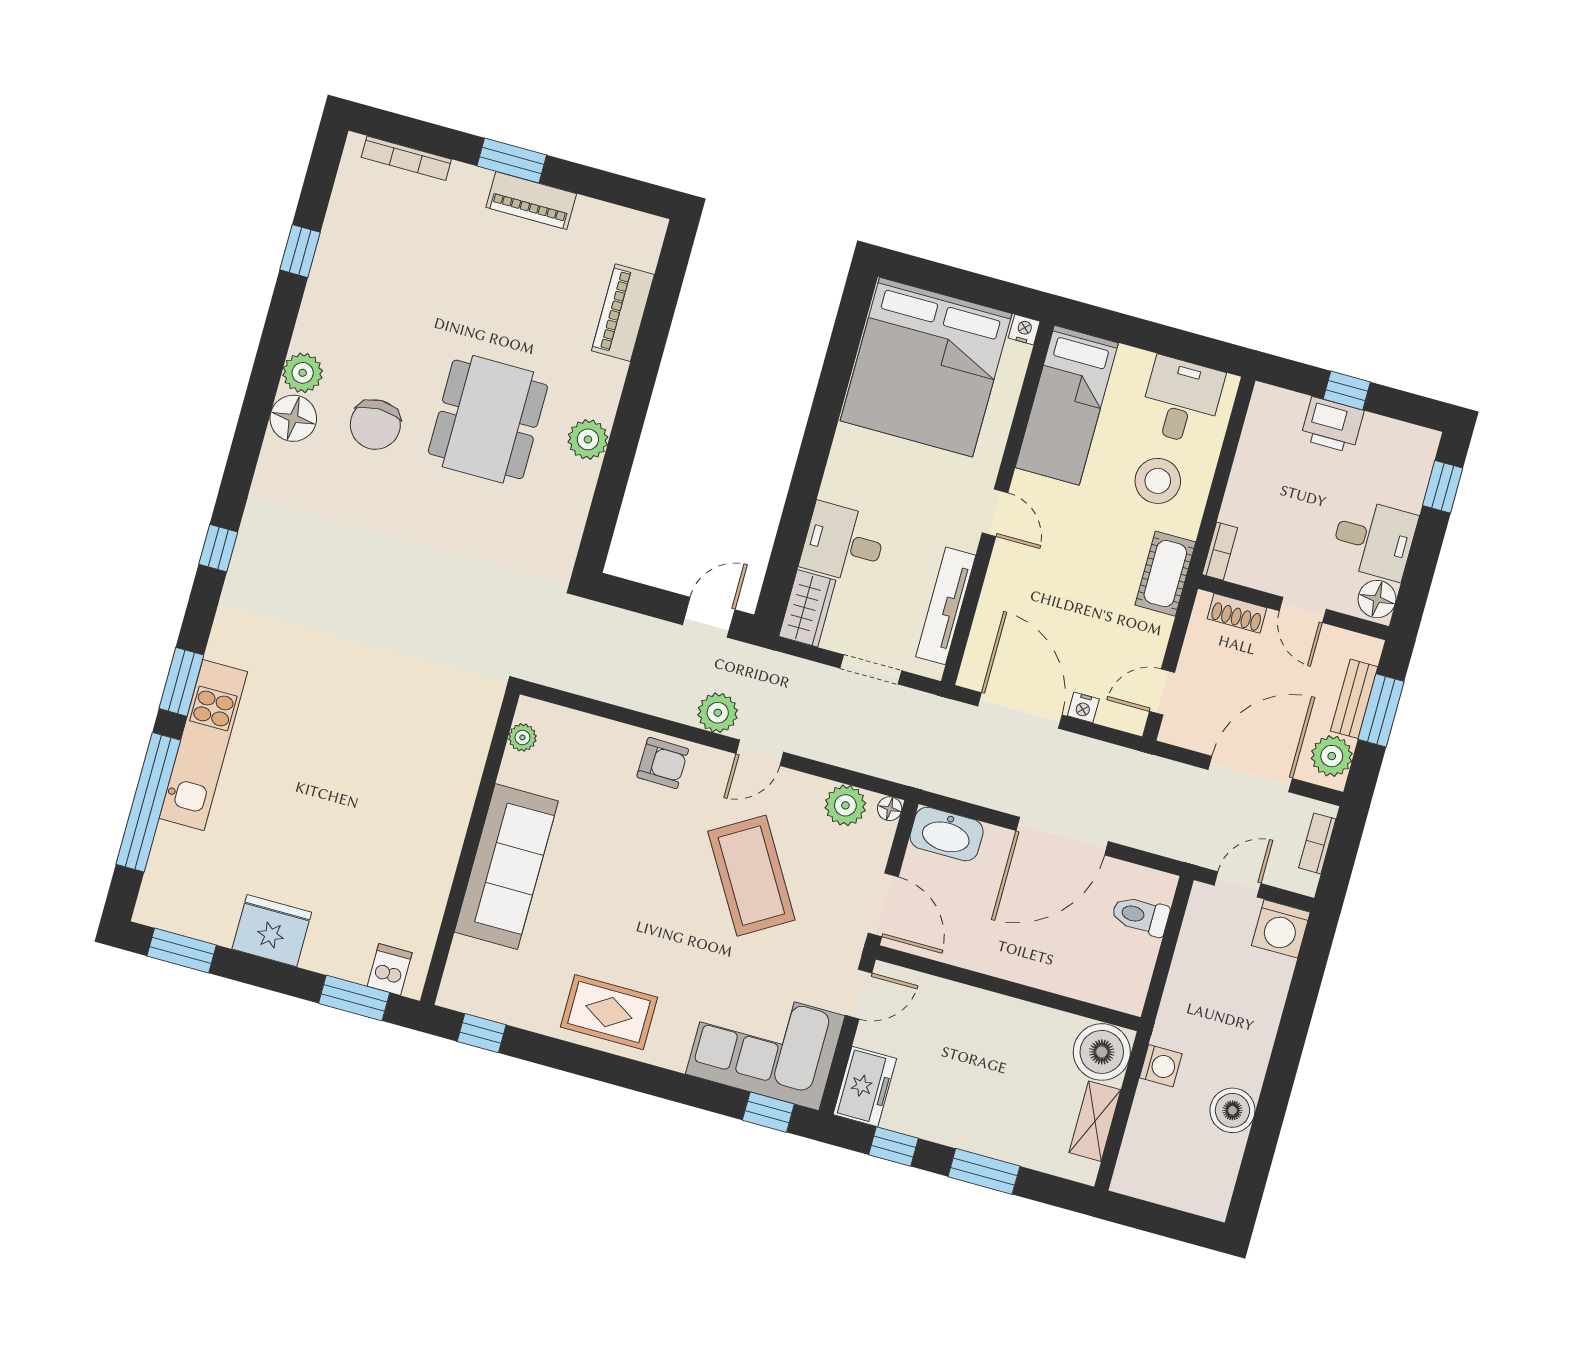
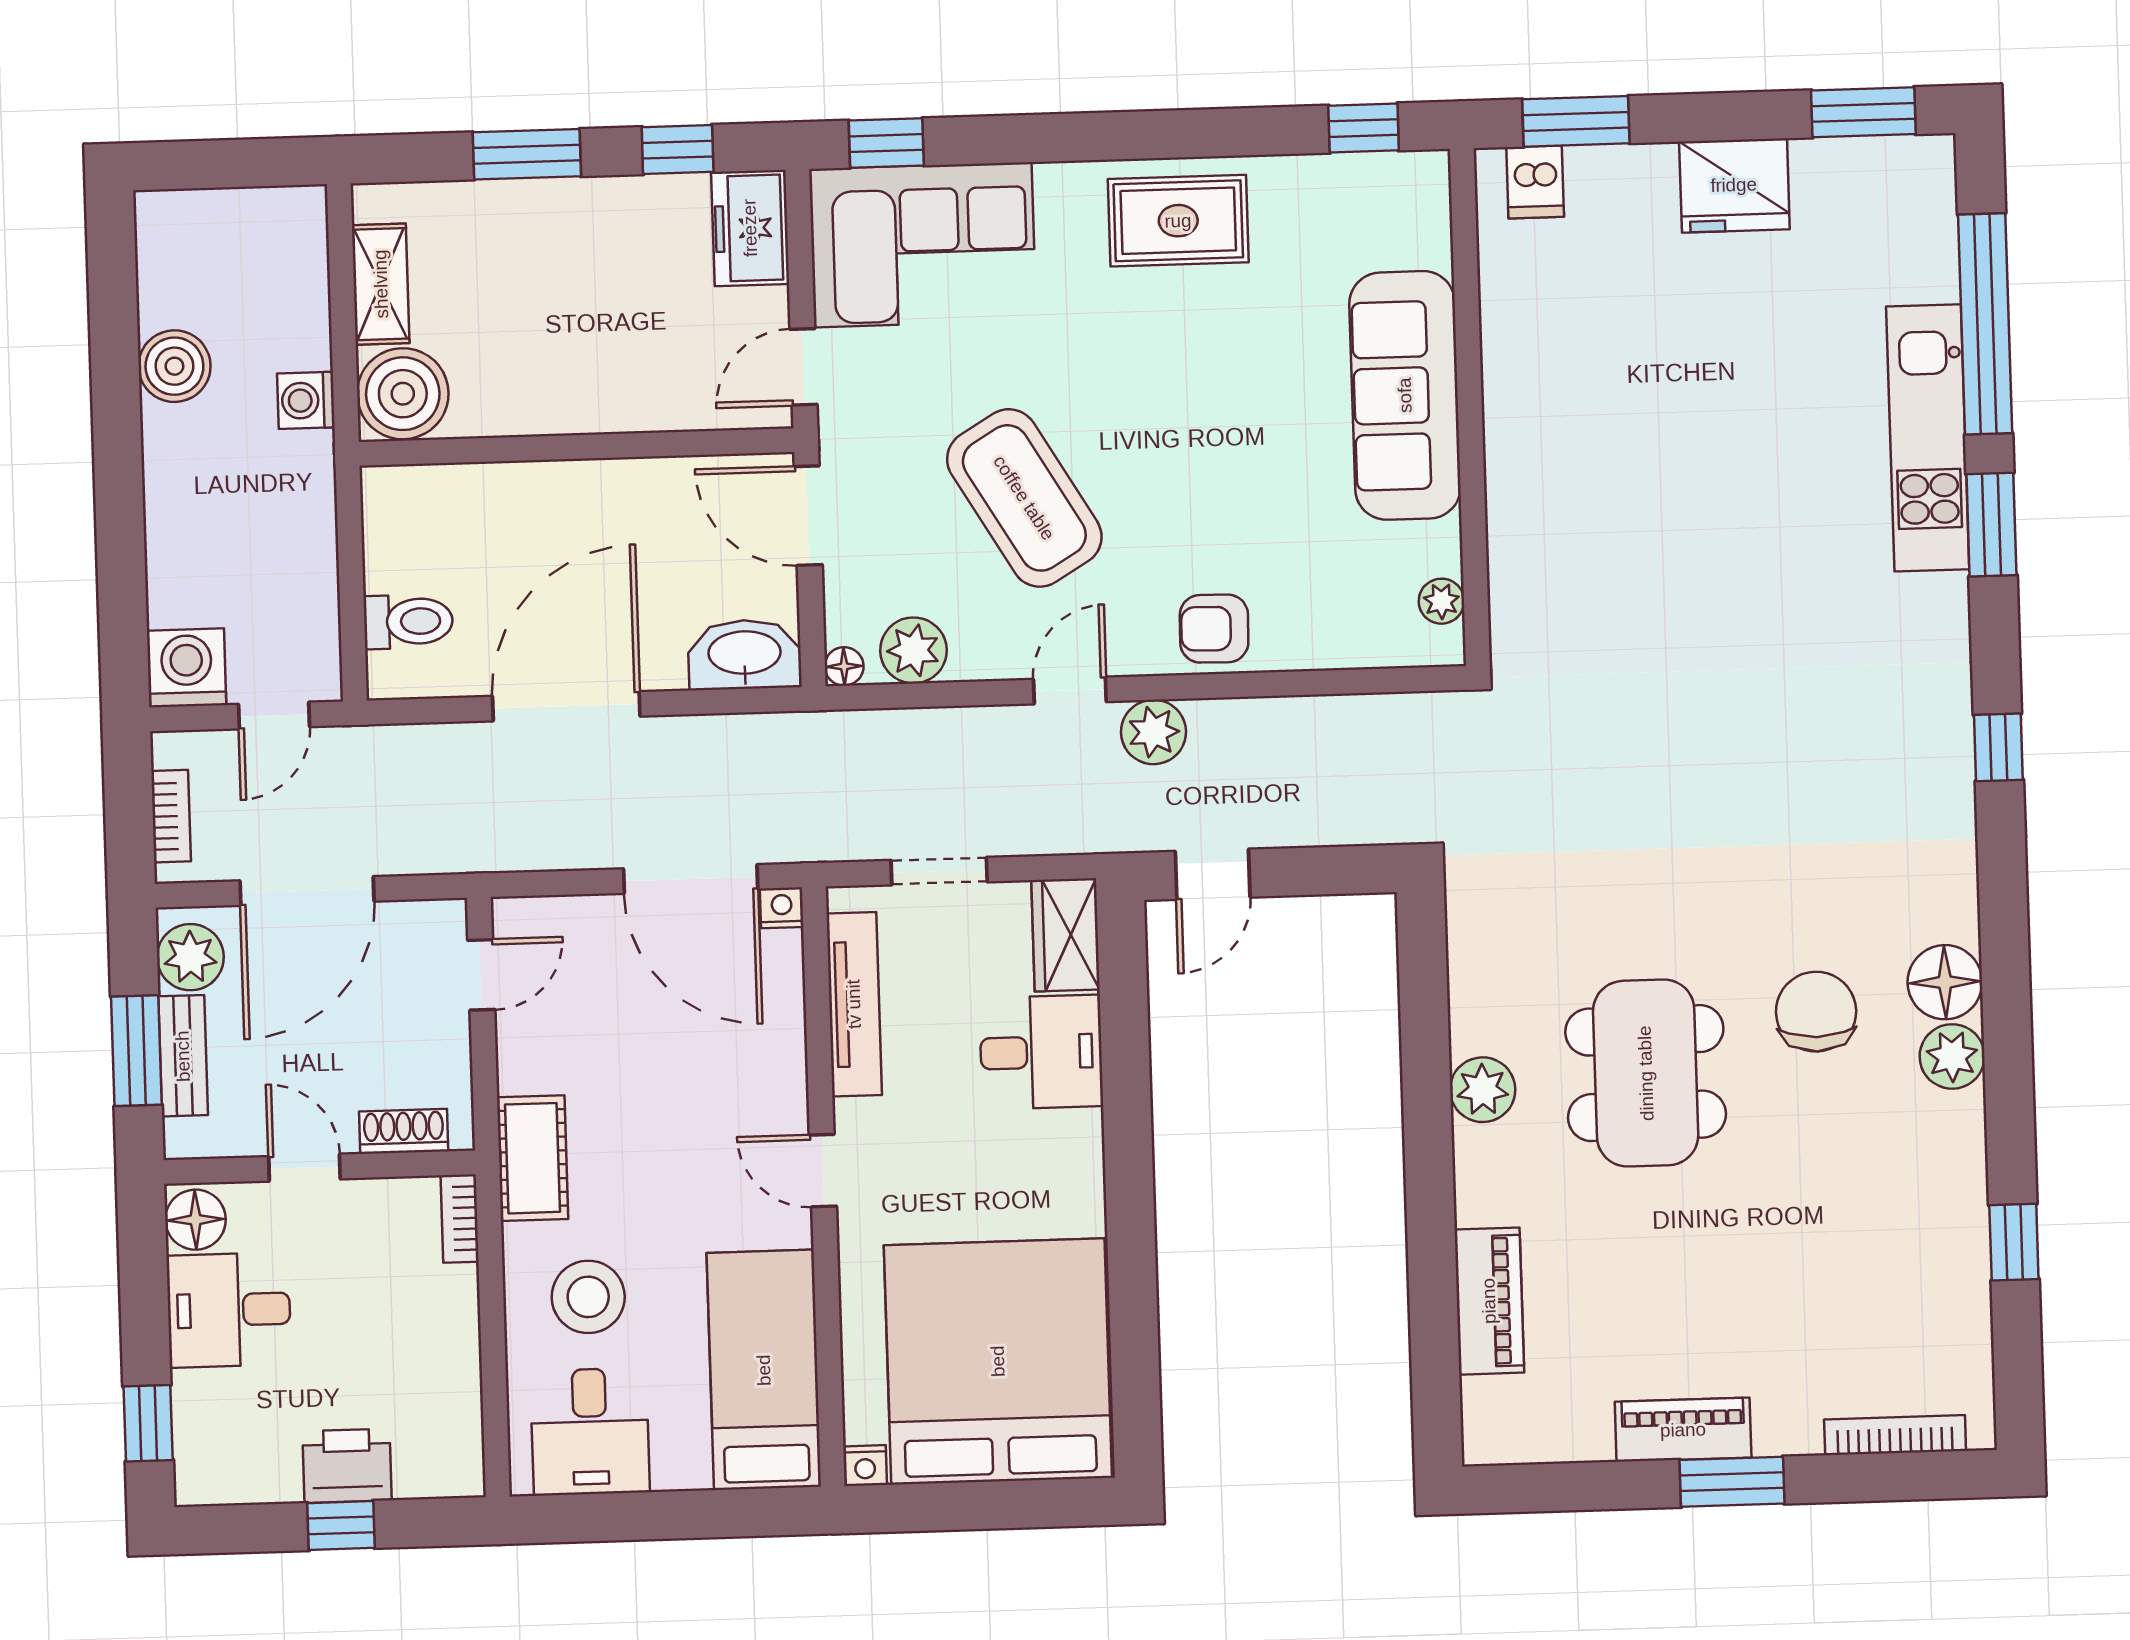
nightstand: (1083, 707) -> (782, 908), moved

